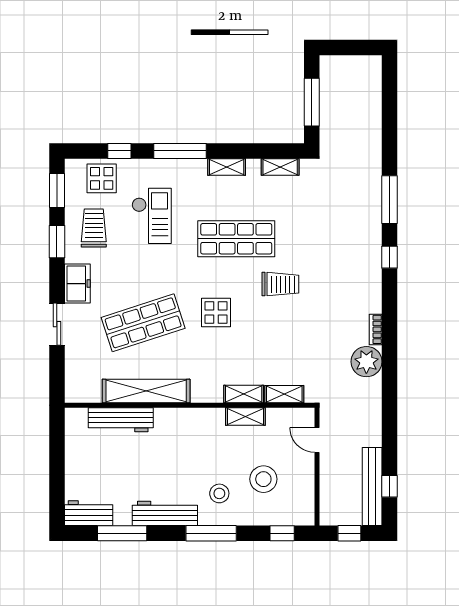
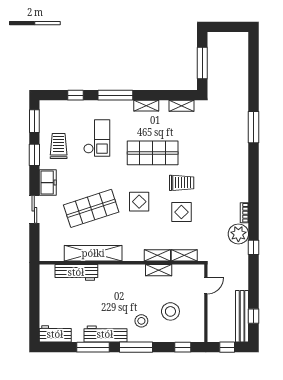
display table: (102, 178) -> (181, 212), moved
window: (389, 257) -> (254, 247), moved
door: (317, 440) -> (206, 286), swing flipped
window: (122, 533) -> (93, 347), moved

